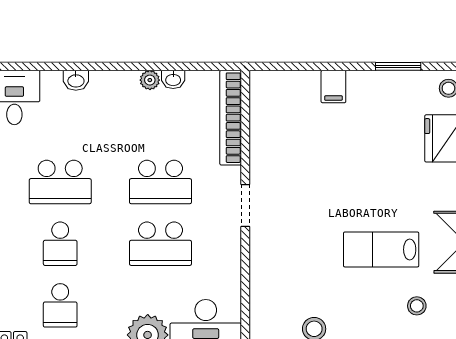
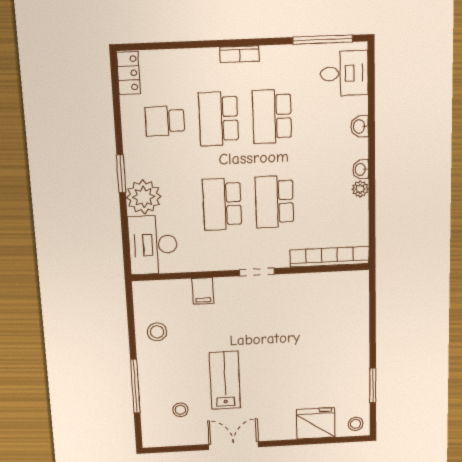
washbasin: (173, 79) -> (361, 169), moved
filing cabinet: (333, 87) -> (203, 291), moved, turned -90
school desk: (60, 244) -> (219, 119), width x1.85

